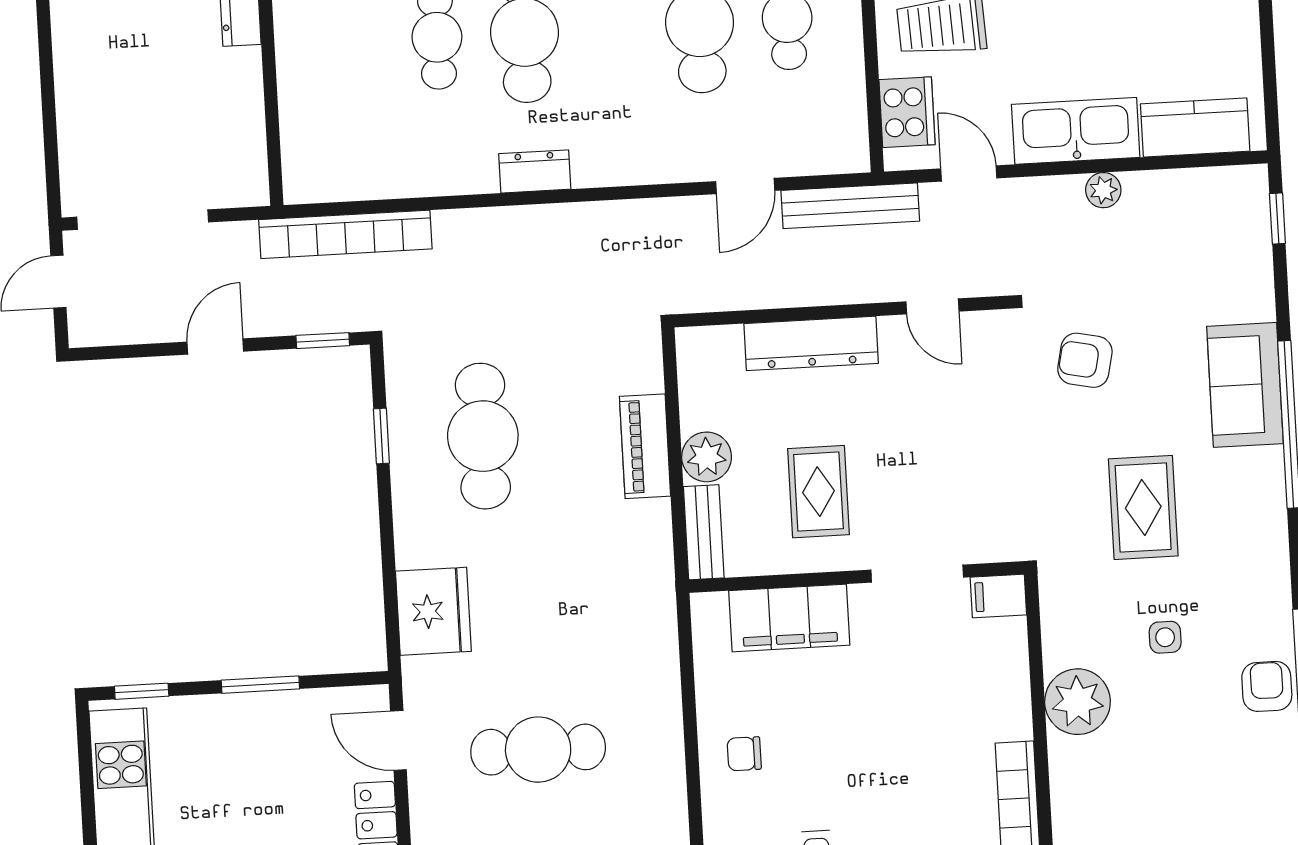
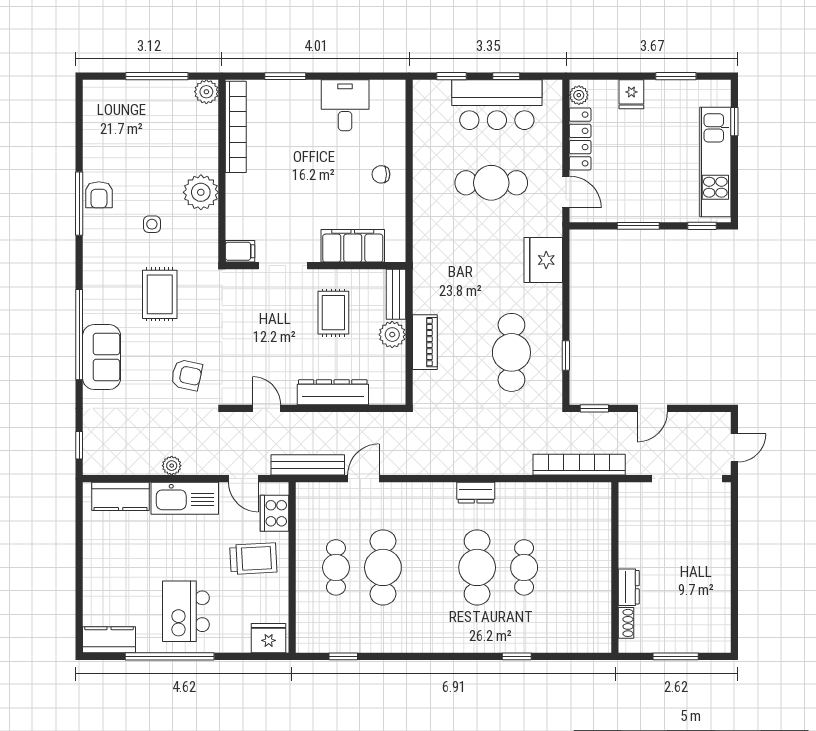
chair: (744, 754) -> (381, 174), turned 180

